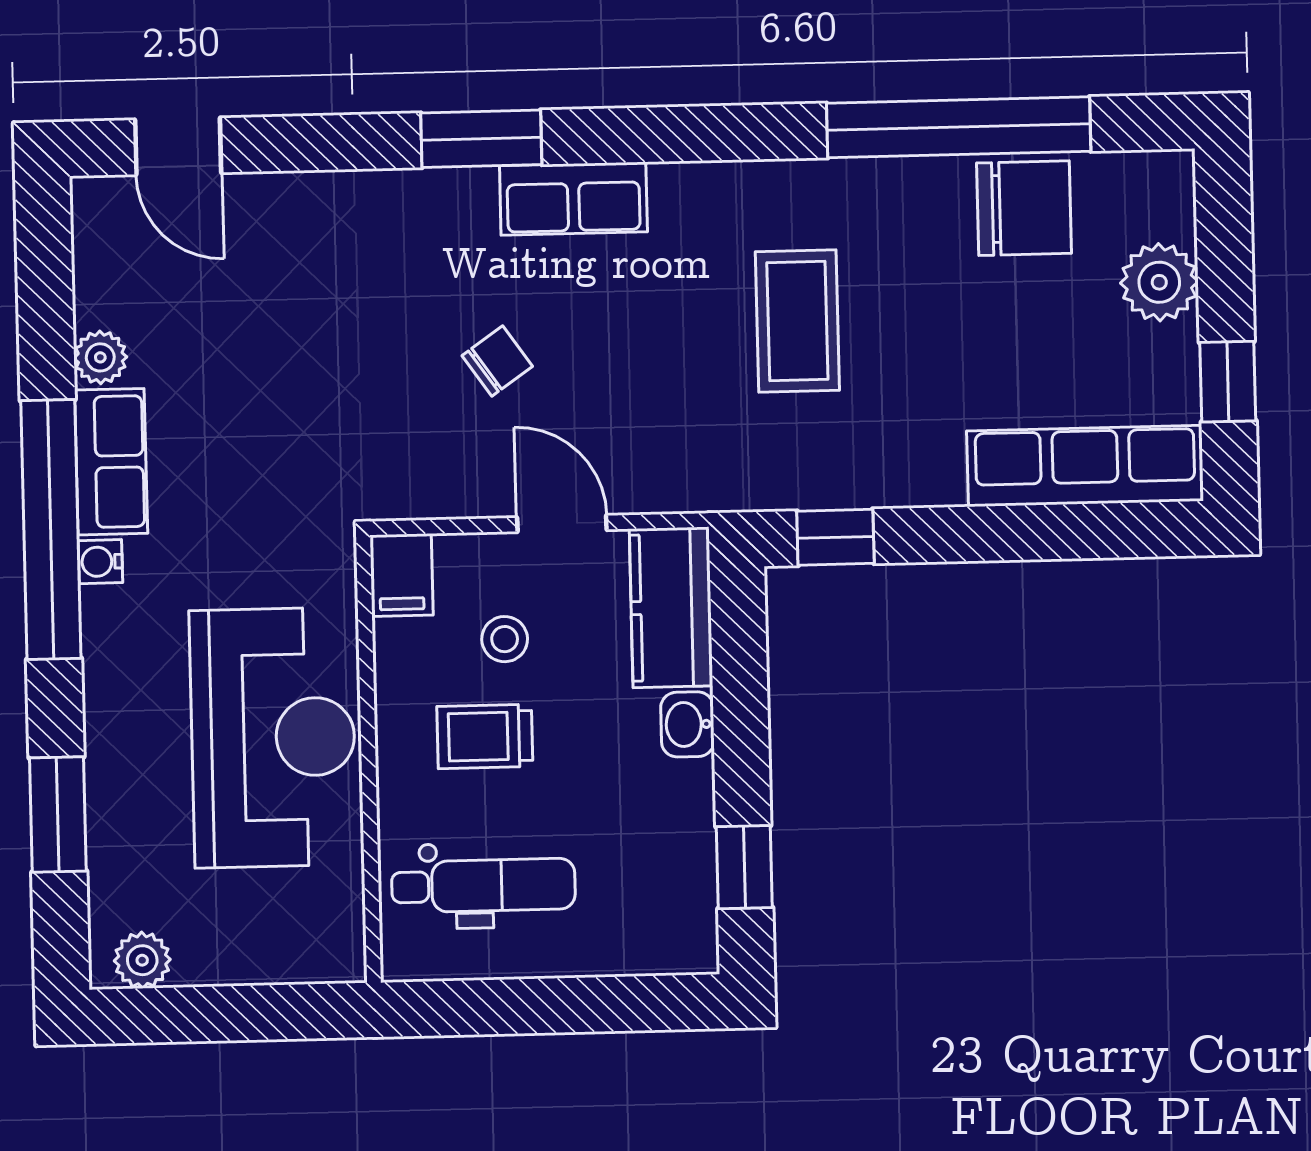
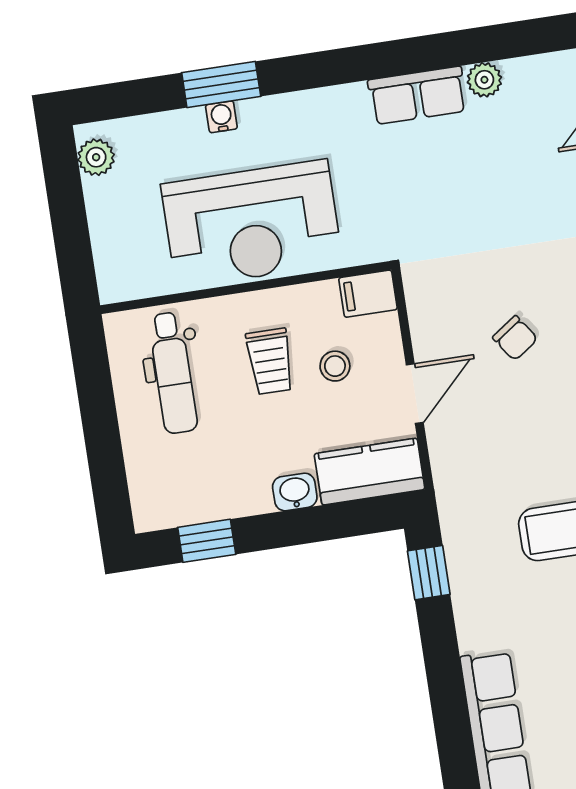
window: (51, 529) -> (368, 62), removed
water cooler: (100, 562) -> (221, 117), moved
trolley: (485, 737) -> (270, 361), turned 180
window: (58, 815) -> (221, 84), moved

